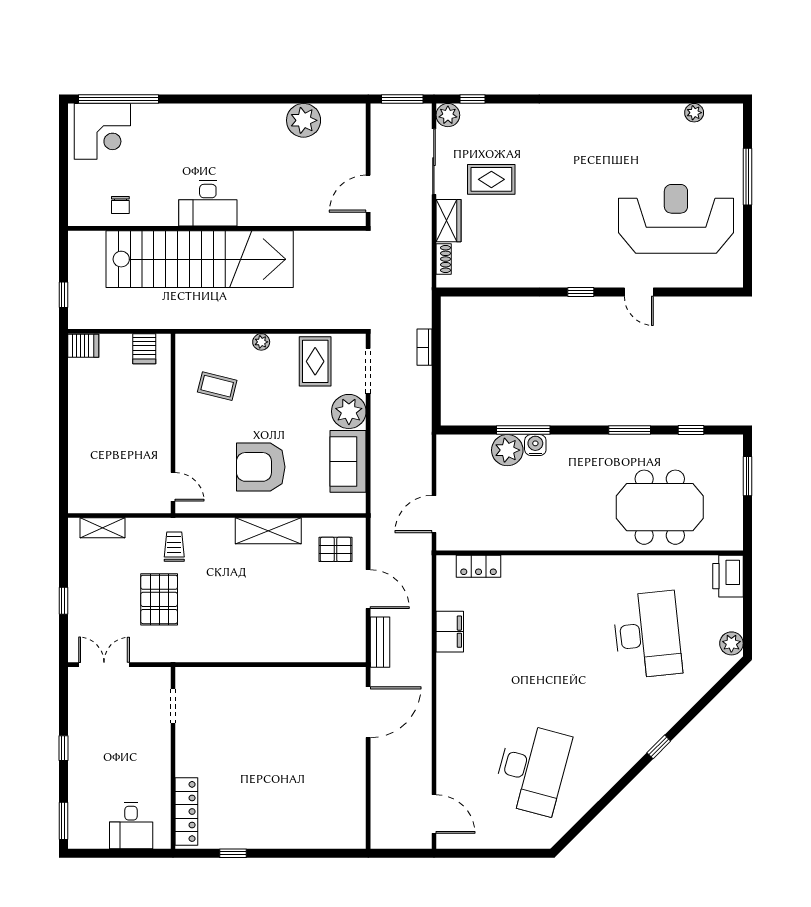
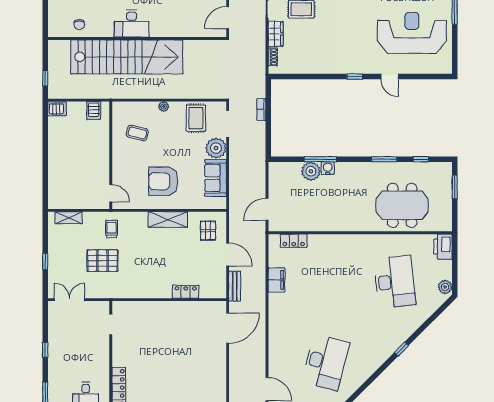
pallet: (336, 549) -> (208, 231), turned 90
pallet: (159, 599) -> (102, 261), turned 90
locker: (298, 651) -> (186, 292), added

